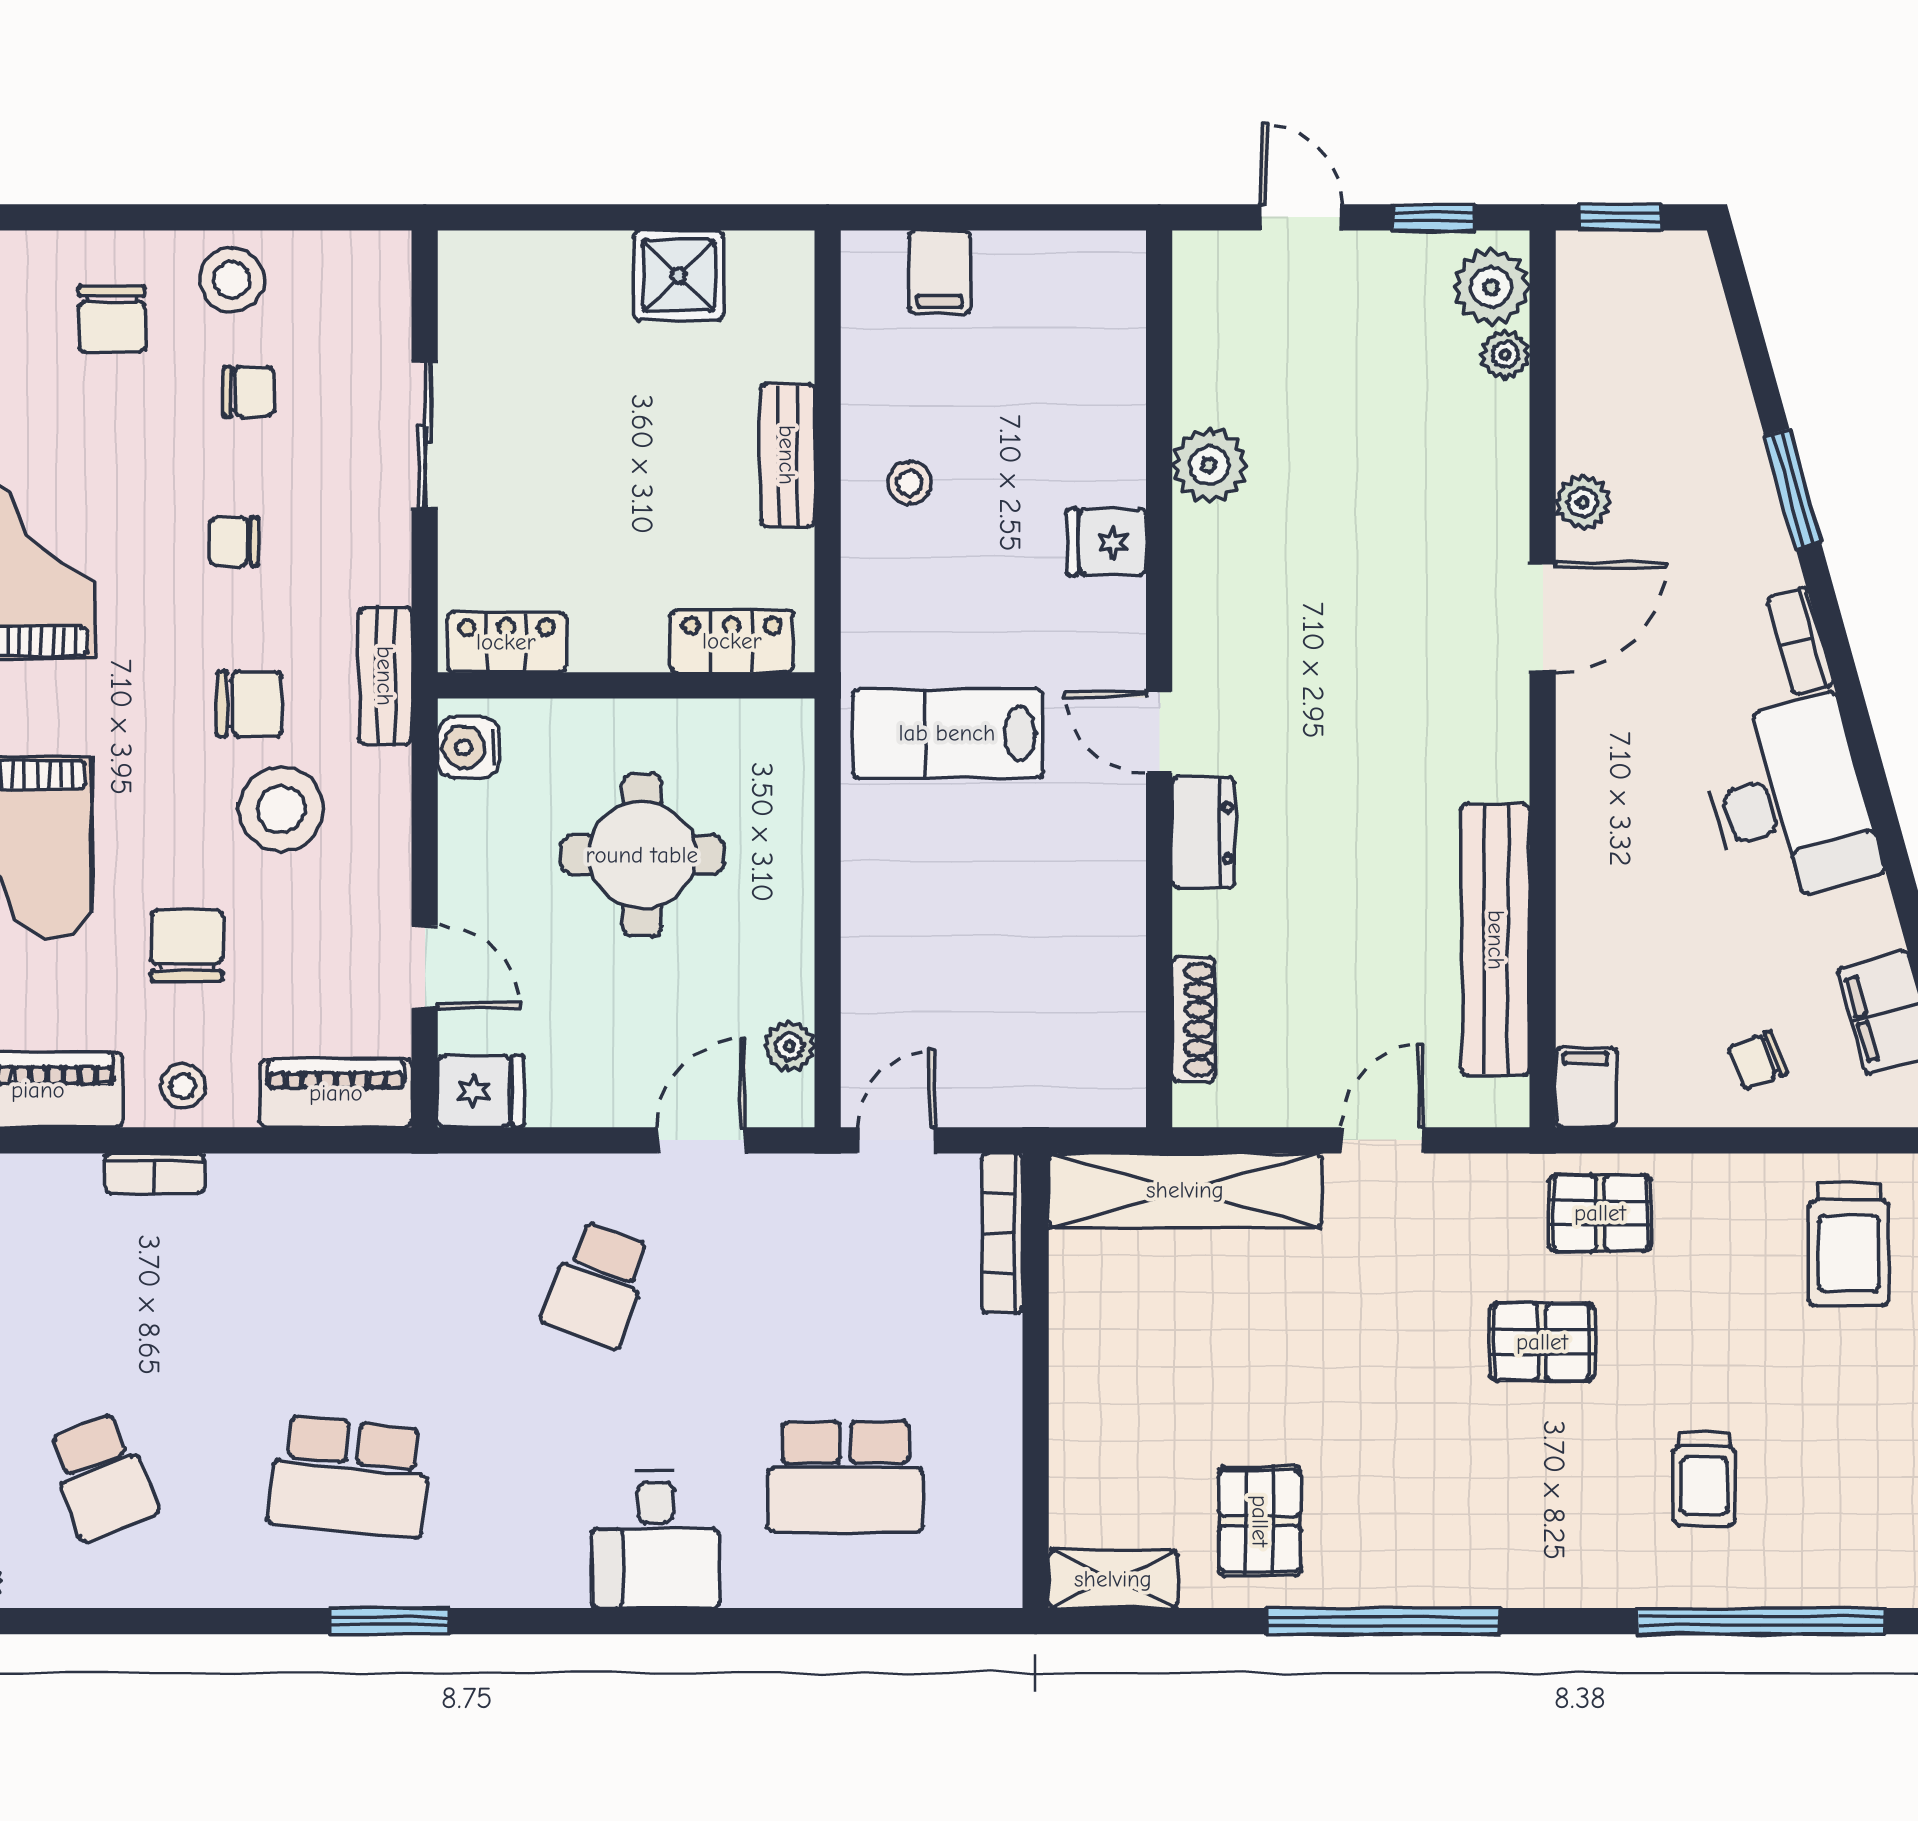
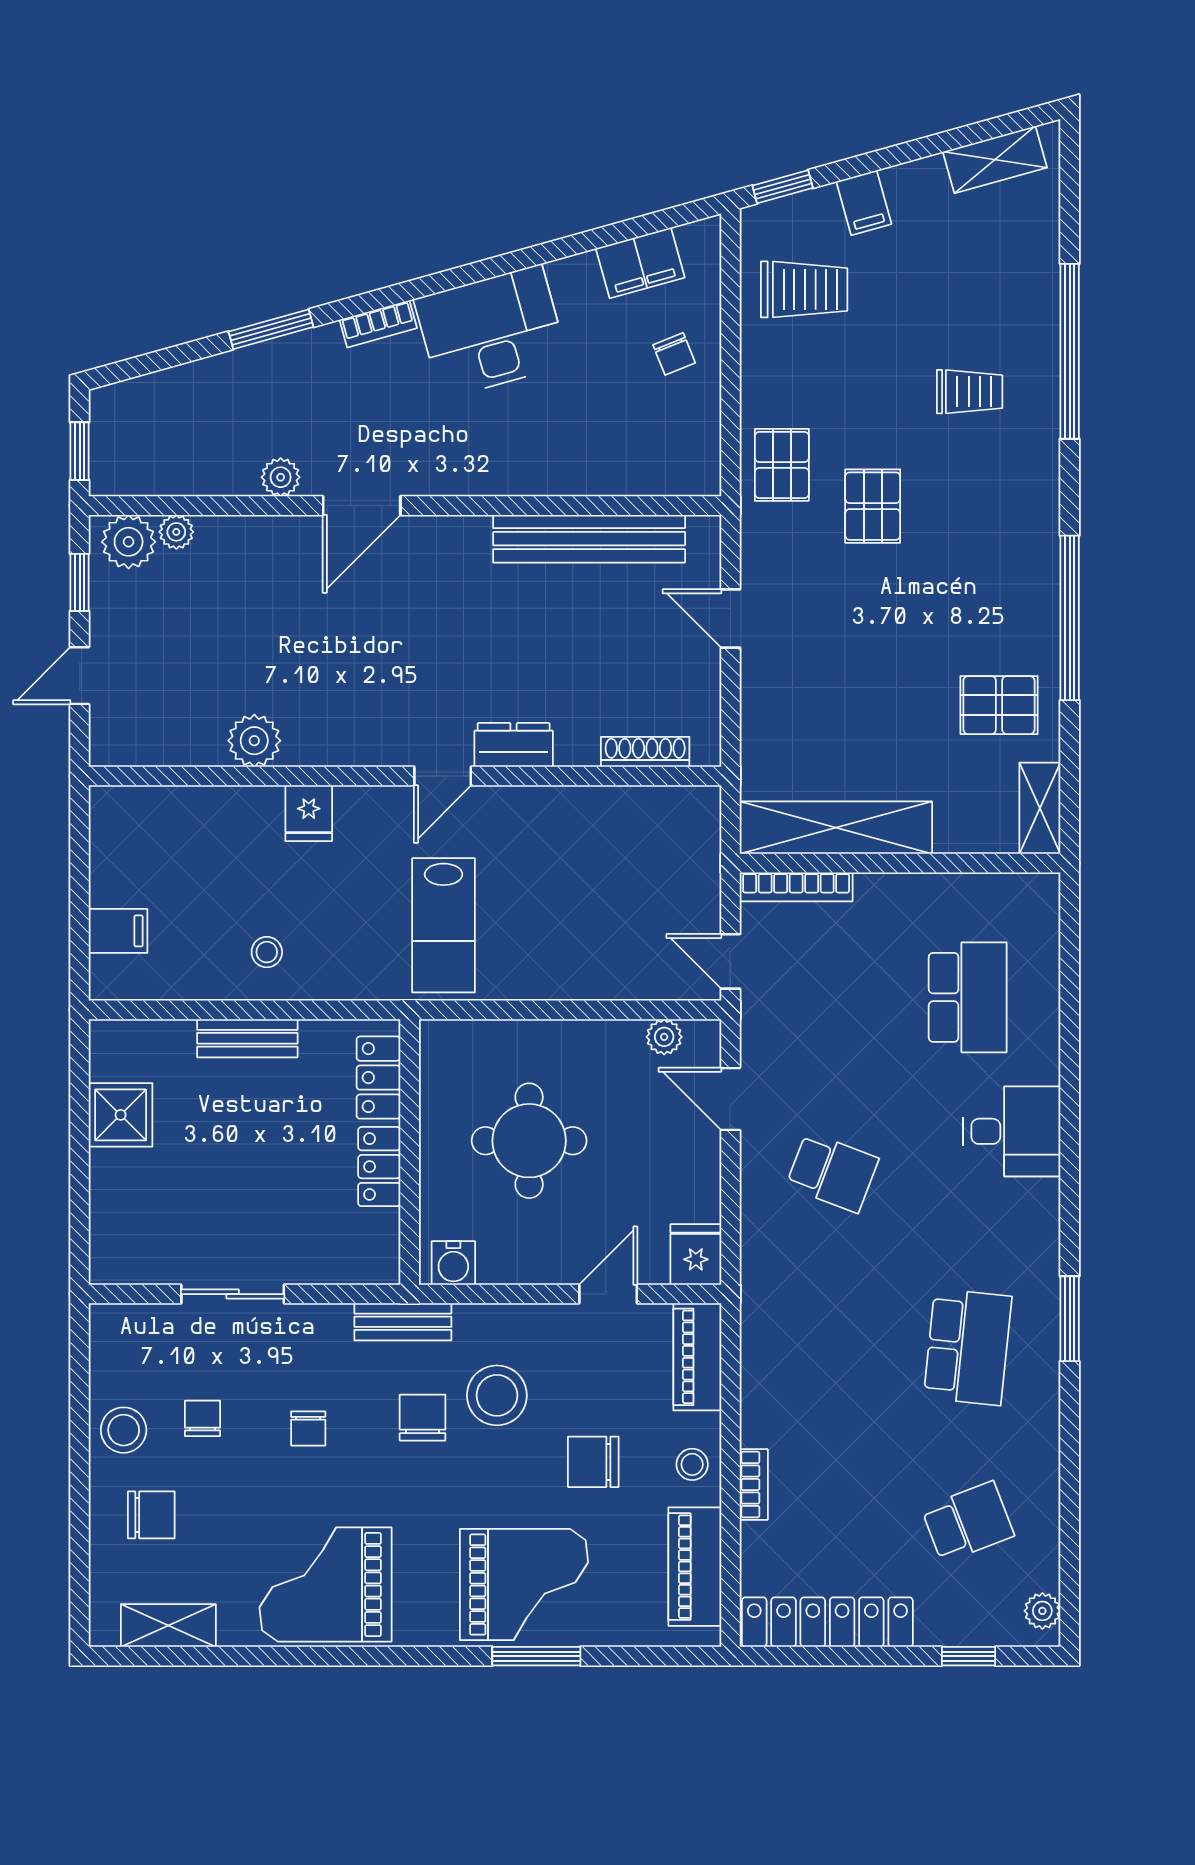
door: (1543, 617) -> (362, 506), swing flipped
locker: (506, 642) -> (379, 1167), moved
filing cabinet: (1586, 1087) -> (693, 475), removed
shelving: (1185, 1190) -> (836, 828), moved, turned 90

